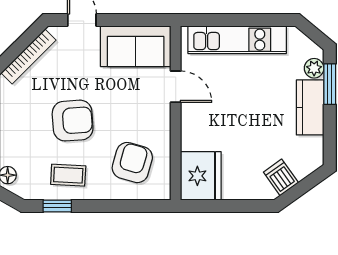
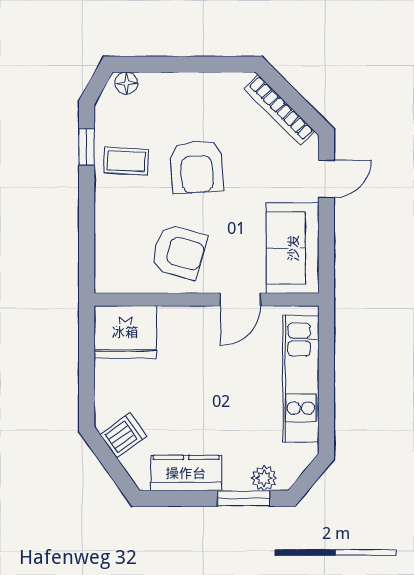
kitchen counter: (310, 107) -> (186, 473), moved
armchair: (132, 163) -> (179, 252), moved
coffee table: (68, 175) -> (126, 161), turned 90

